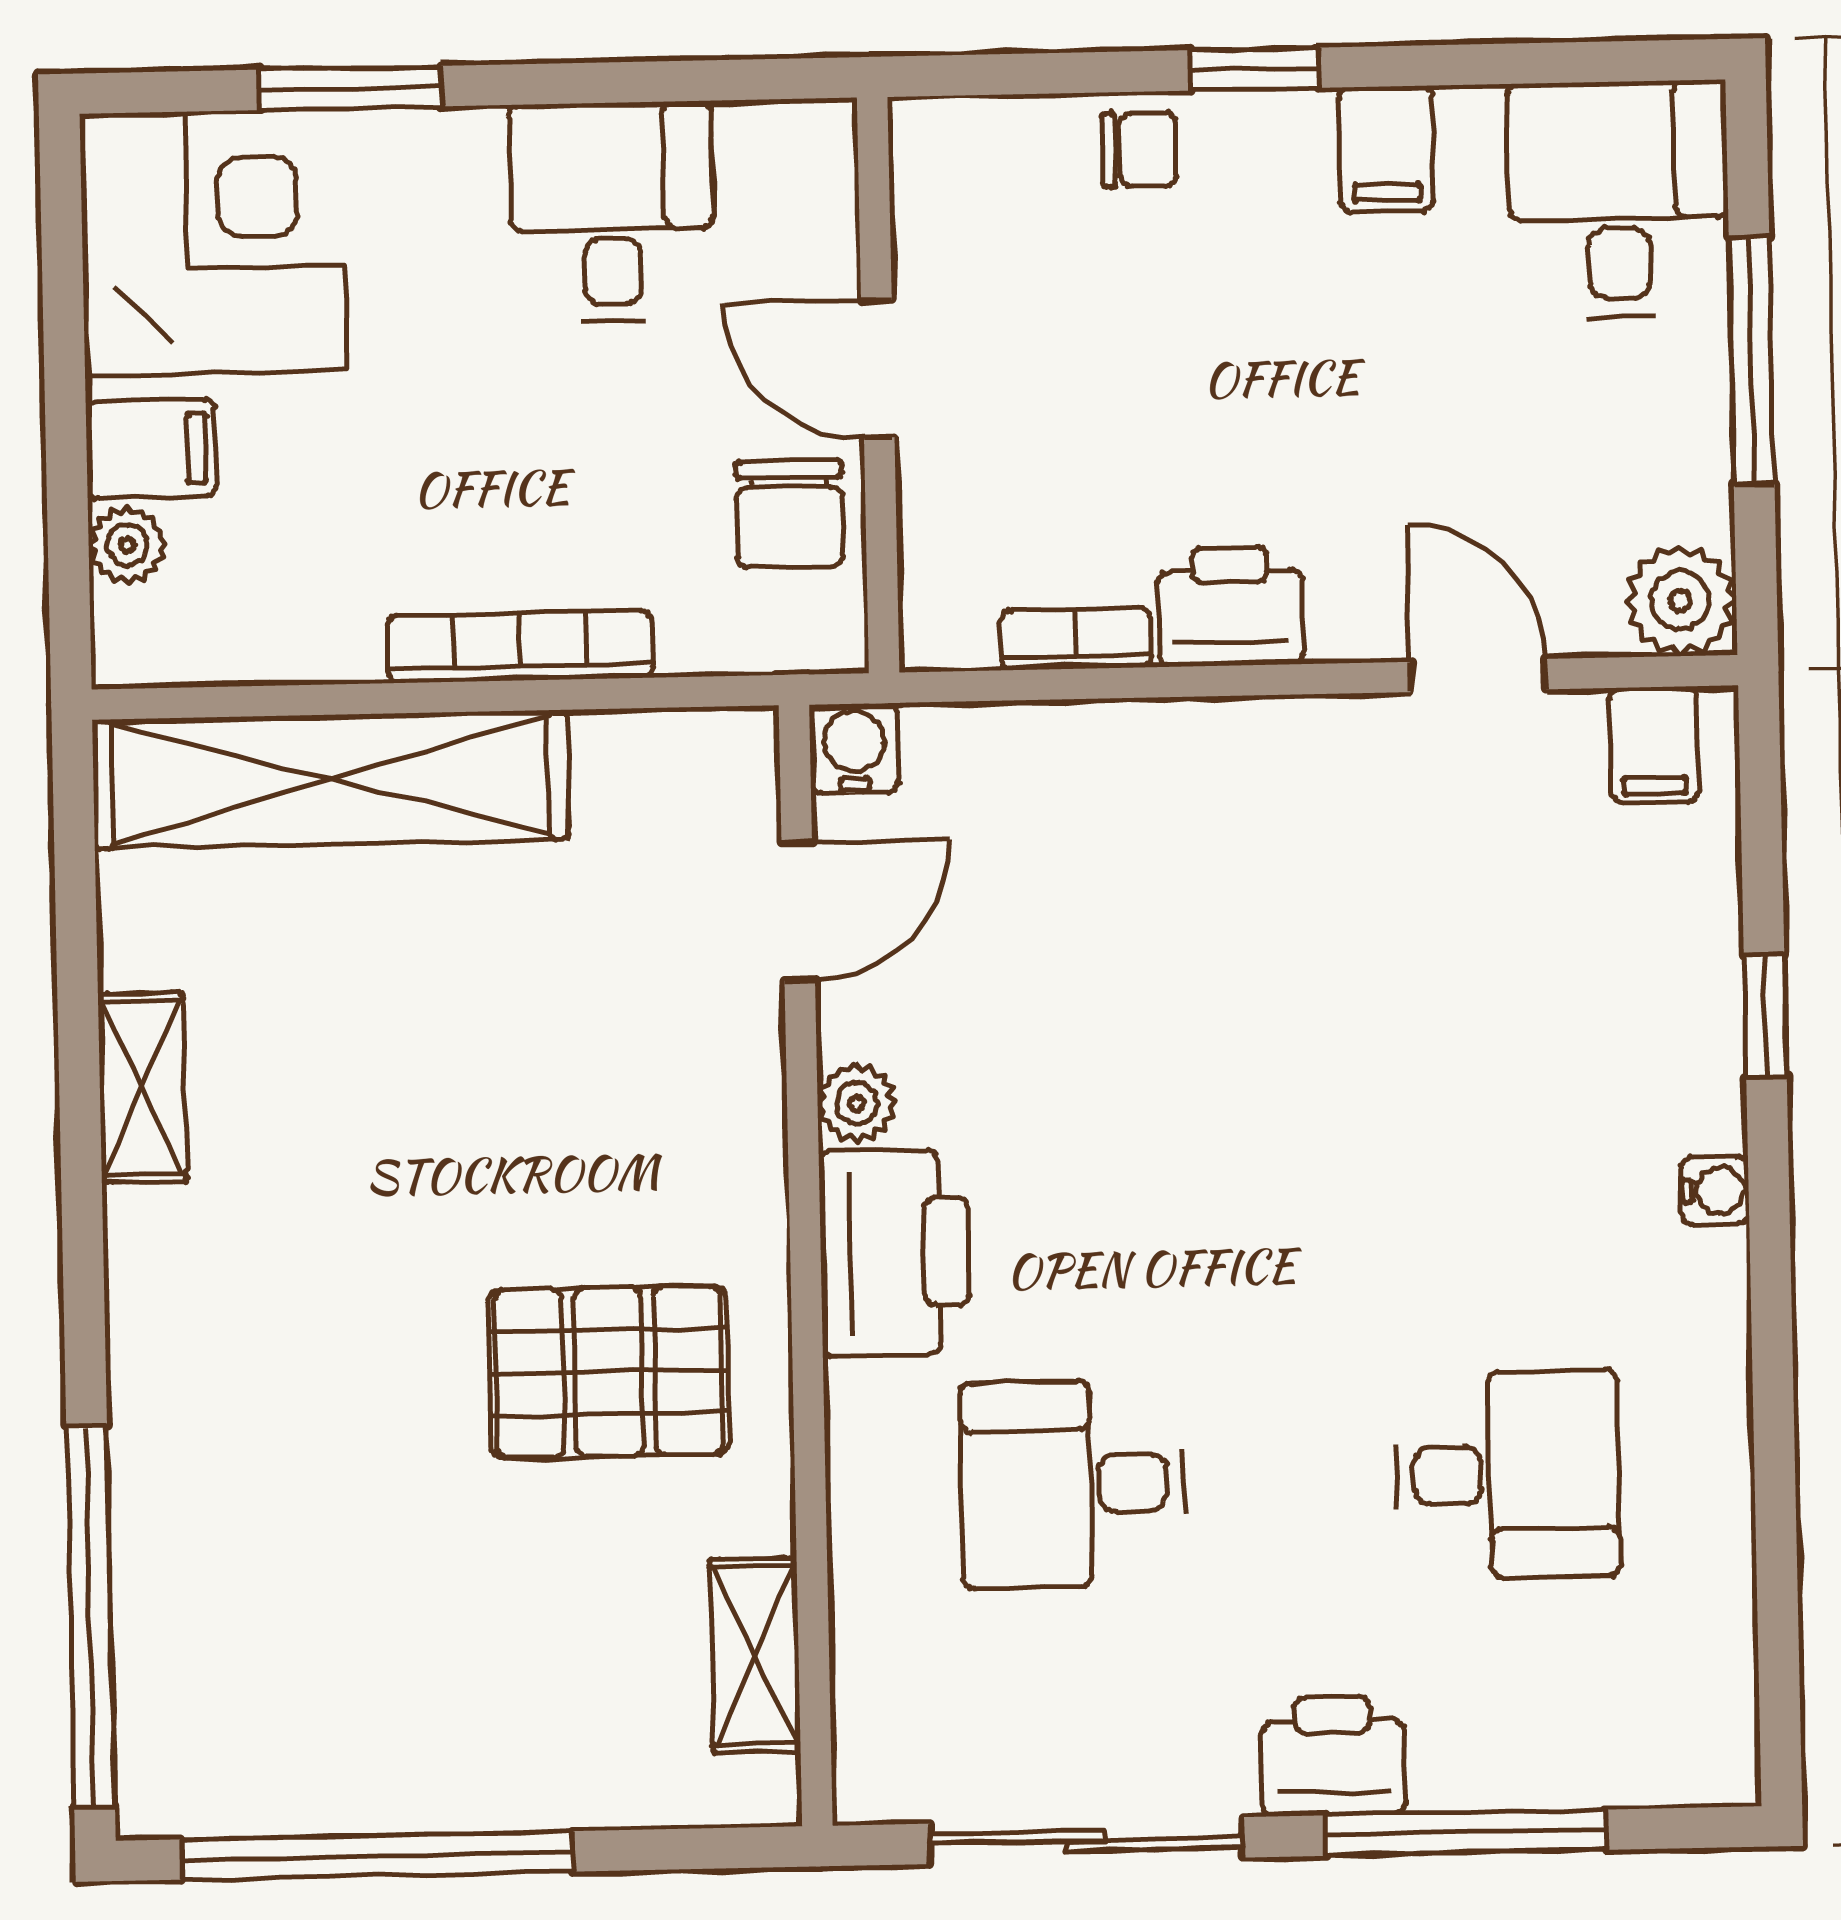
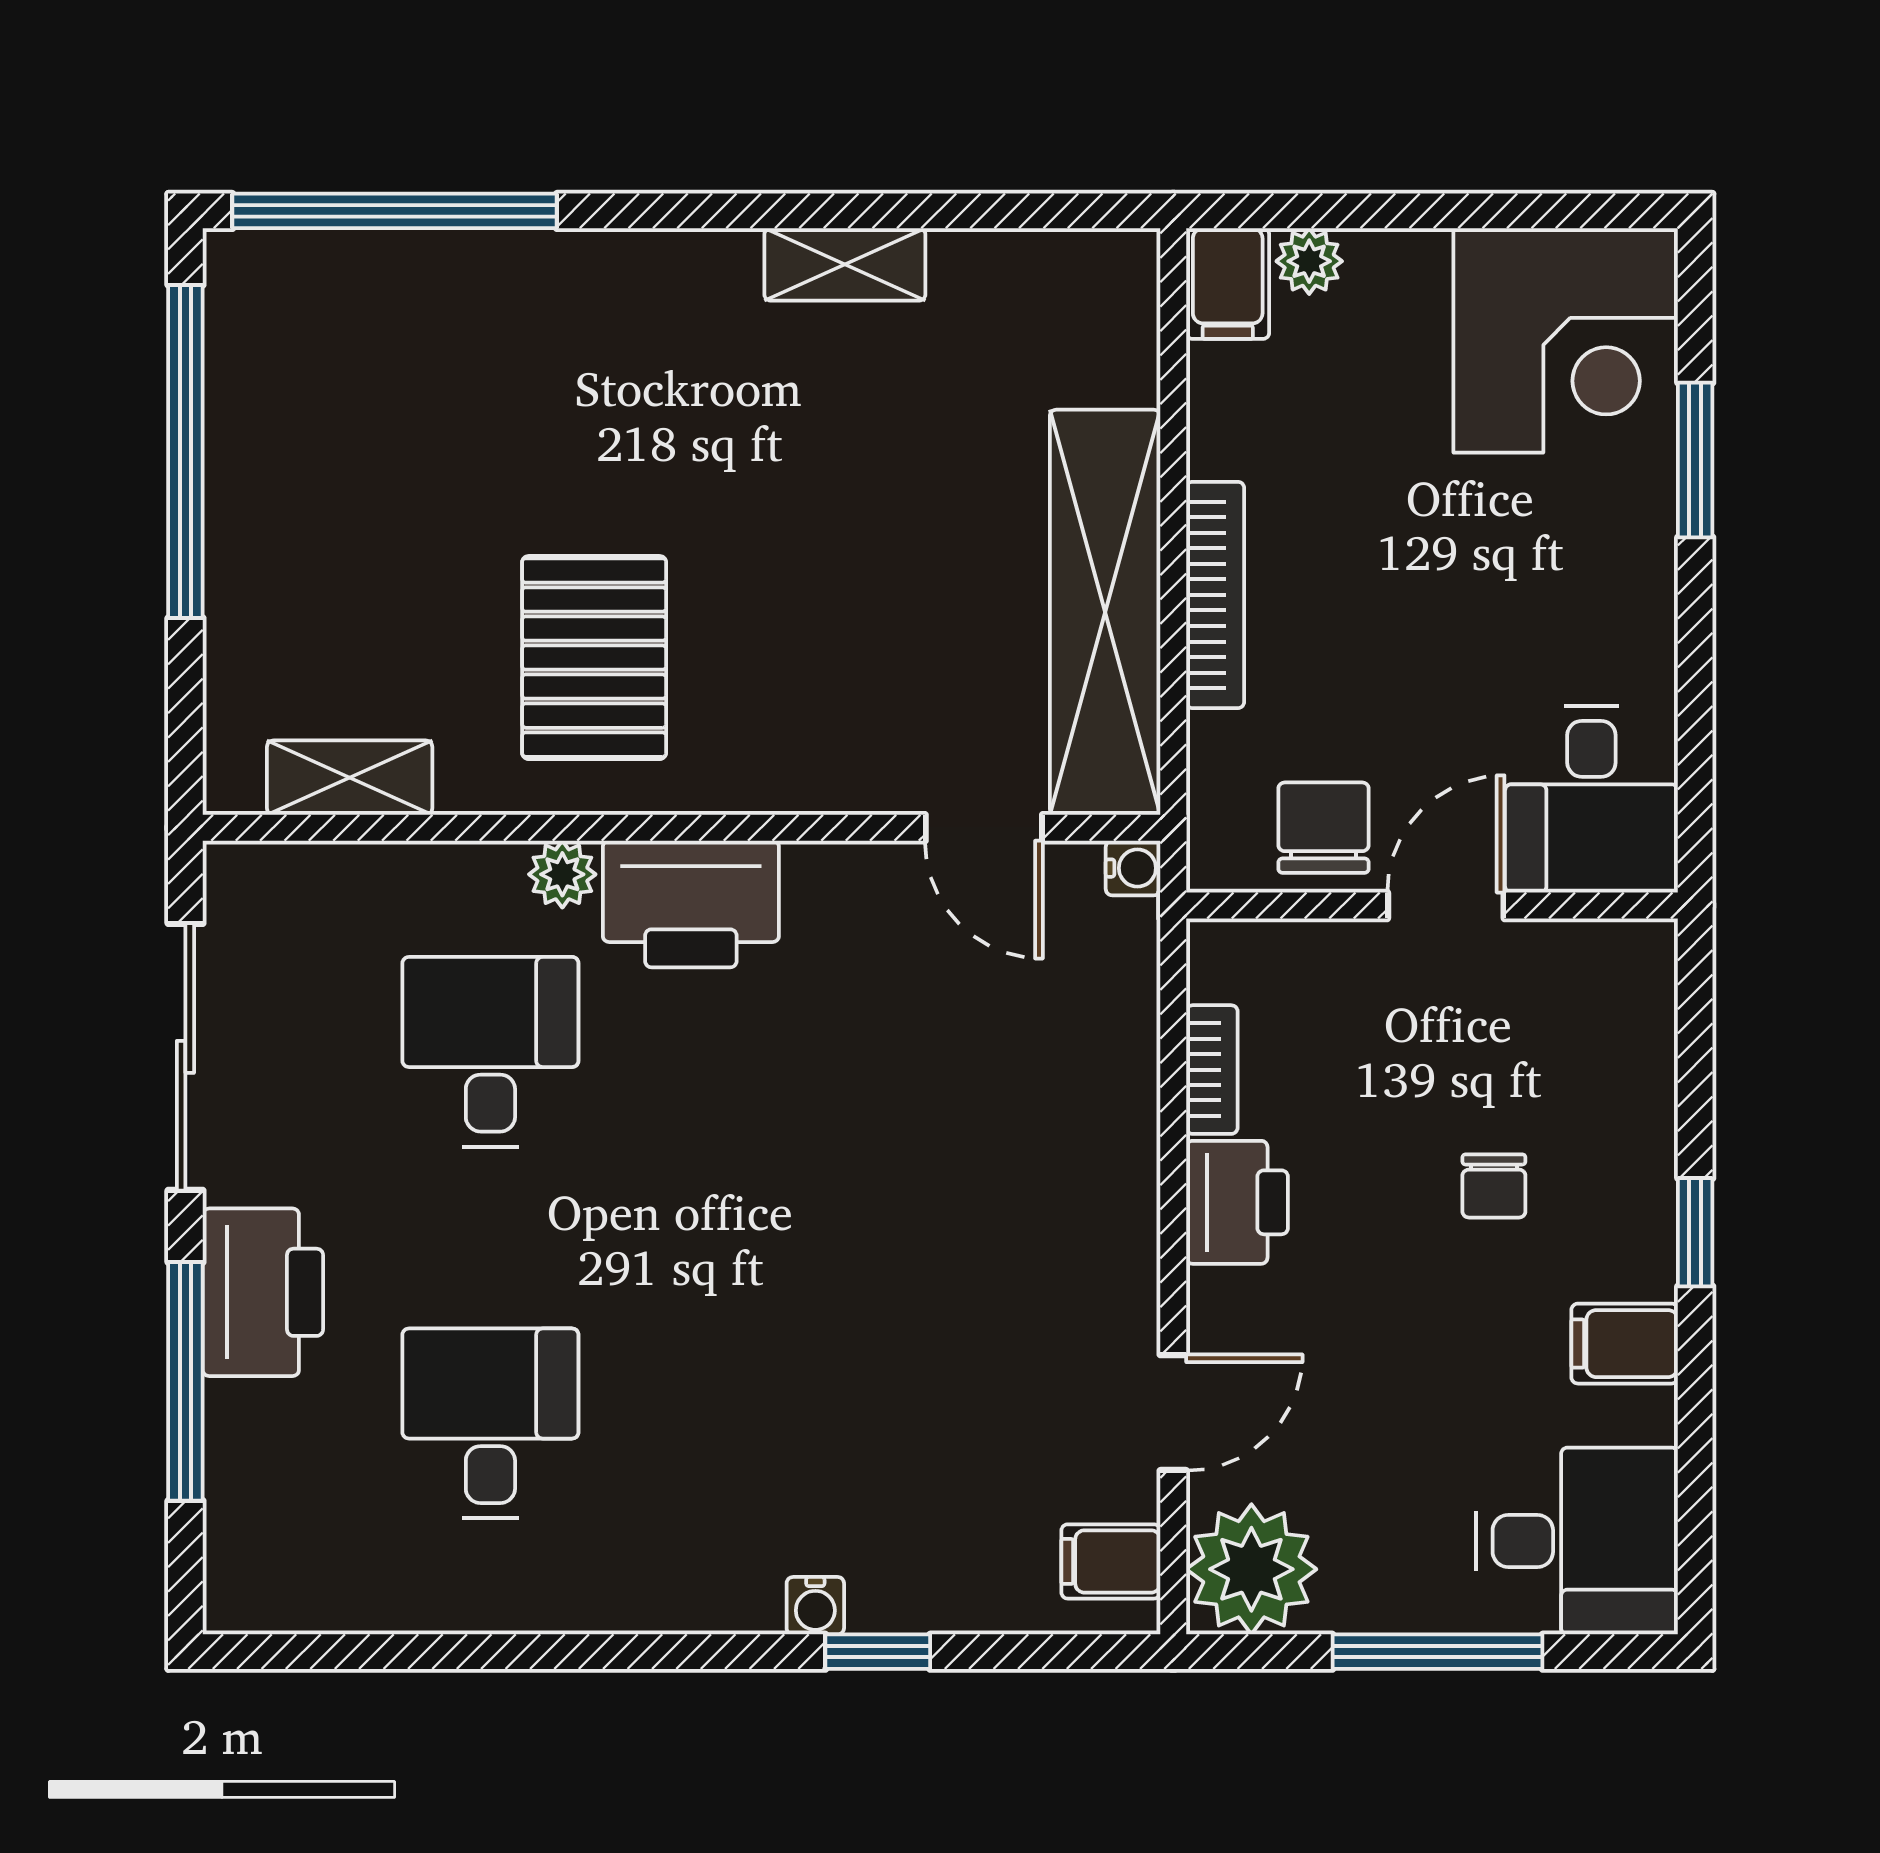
chair: (1139, 150) -> (1494, 1186), moved
desk: (612, 212) -> (1591, 799), moved, turned 90
filing cabinet: (151, 449) -> (1228, 284), moved
chair: (790, 514) -> (1324, 828), turned 90
plant: (1680, 600) -> (1251, 1569), width x1.36, depth x1.36
water cooler: (854, 748) -> (1133, 868), width x0.72, depth x0.72
shelving: (331, 779) -> (1105, 612), moved
plant: (857, 1103) -> (562, 874), moved
water cooler: (1715, 1190) -> (815, 1606), moved
desk: (1507, 1475) -> (490, 1423), turned 180
printer: (1333, 1756) -> (263, 1292), width x1.37, depth x1.19

